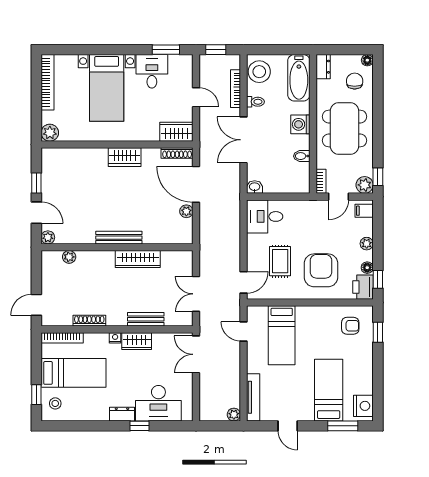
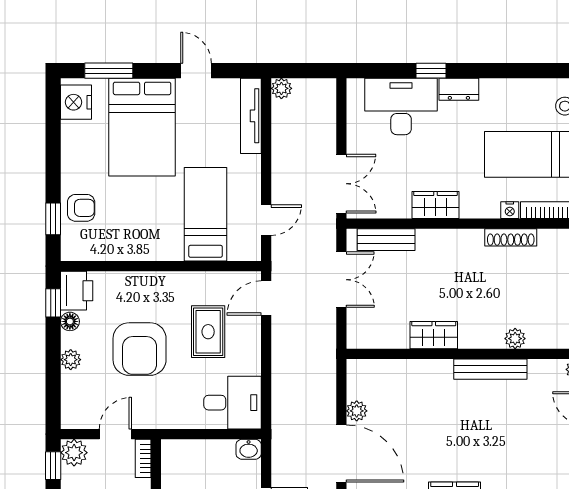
filing cabinet: (364, 211) -> (75, 412), removed
bench: (119, 238) -> (490, 369), moved
plant: (69, 257) -> (515, 339), moved
wardrobe: (138, 259) -> (434, 335), width x0.67
armchair: (321, 270) -> (140, 349), moved
bench: (146, 319) -> (386, 240), moved
armchair: (350, 326) -> (81, 208), moved, turned 180
door: (243, 331) -> (266, 220), hinge flipped
nightstand: (115, 338) -> (510, 210), moved
bed: (329, 390) -> (142, 127), width x1.50

